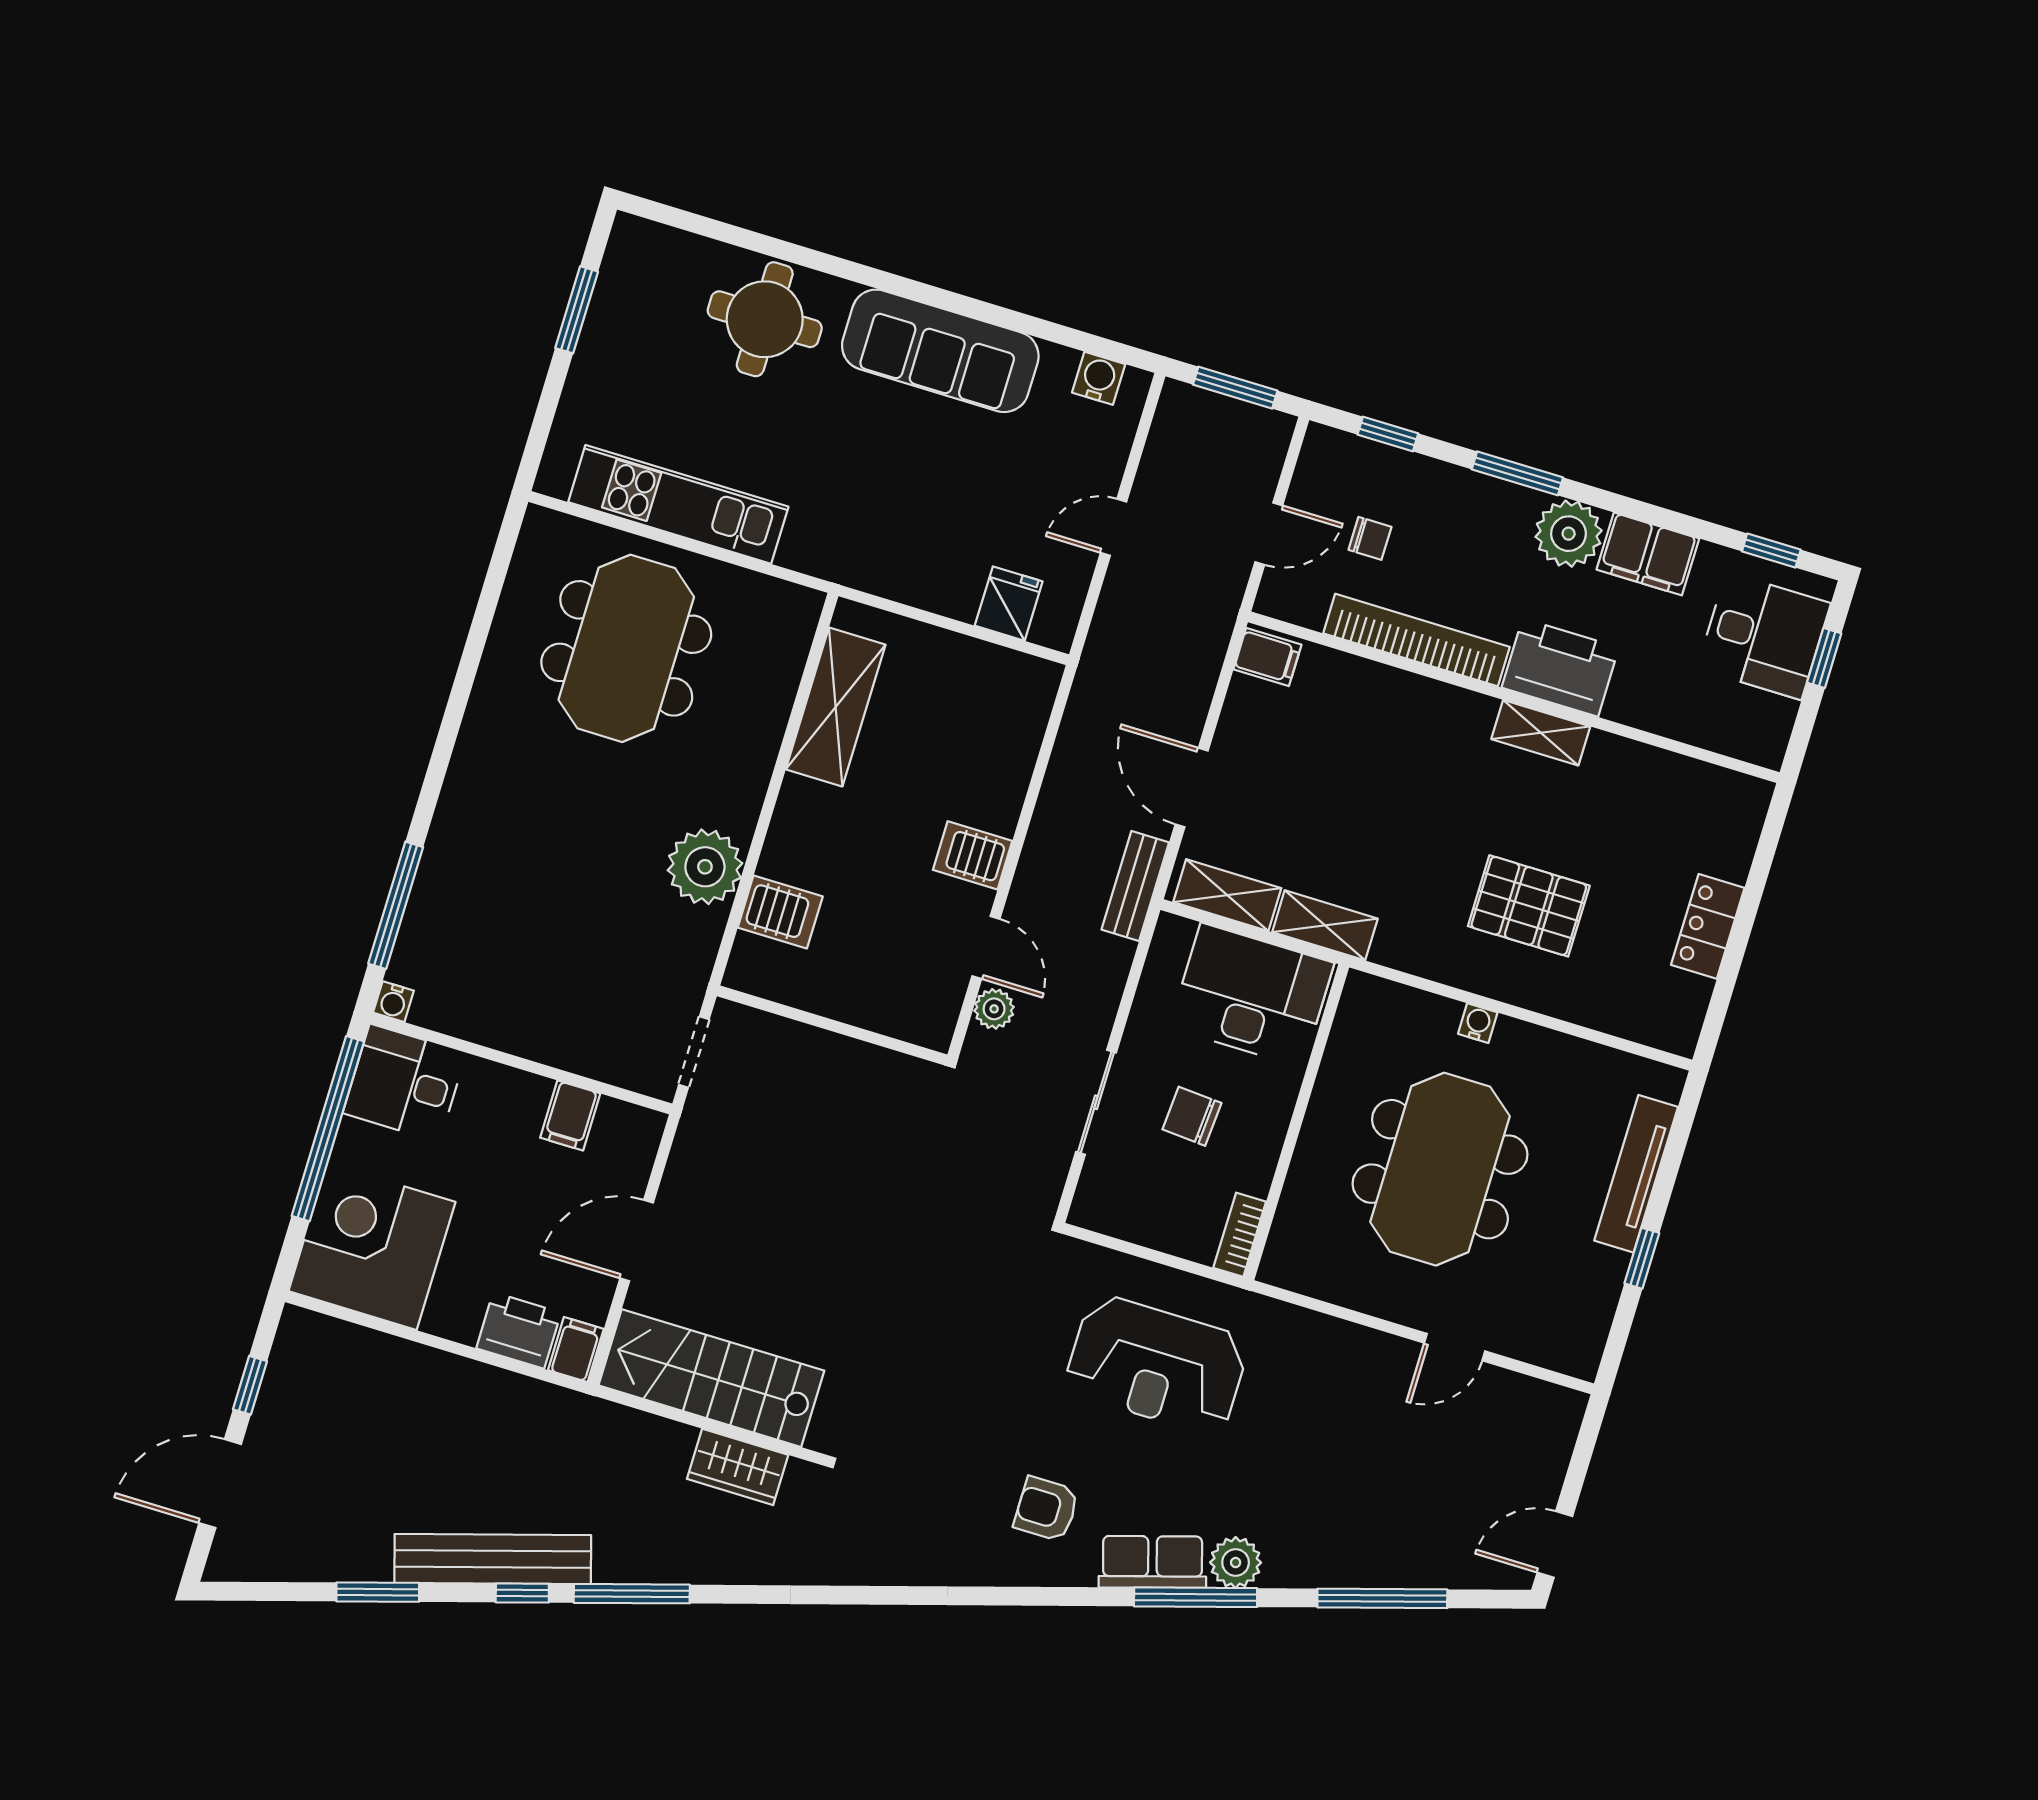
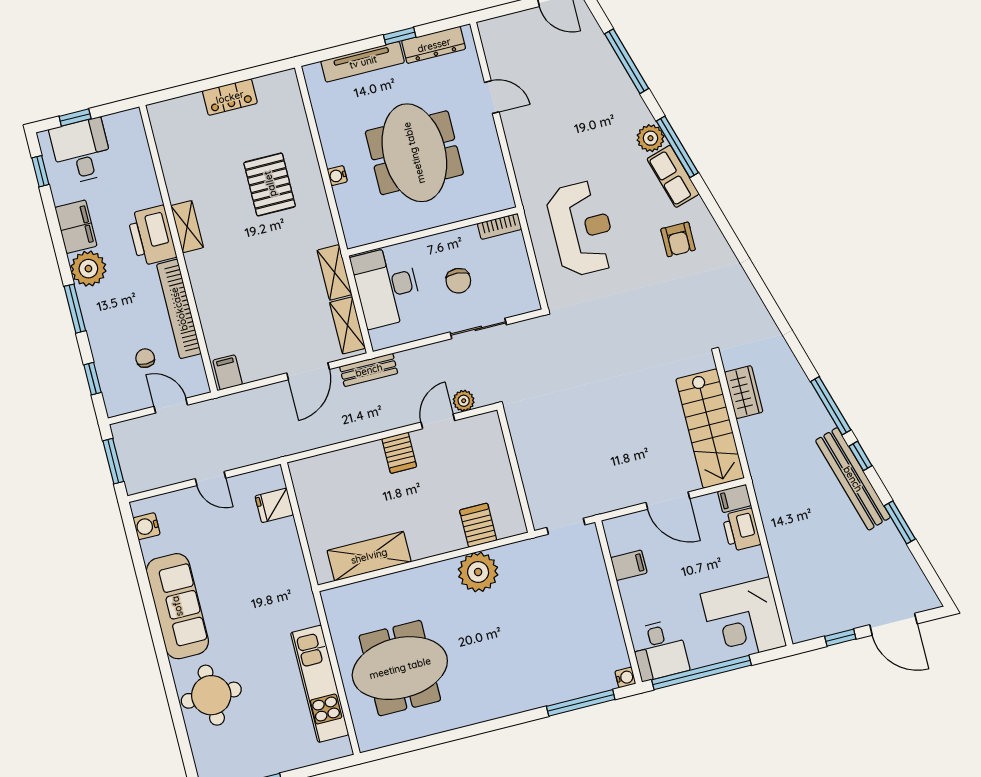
meeting table: (1440, 1169) -> (414, 153), turned 90
dresser: (1595, 1304) -> (434, 45), added

